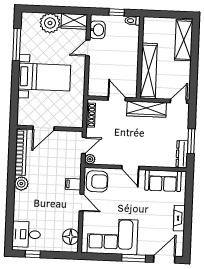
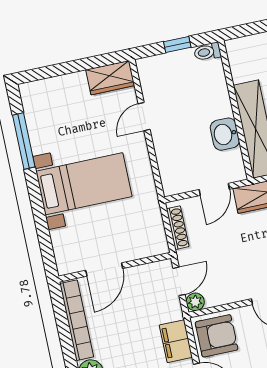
plant: (50, 23) -> (70, 91), removed
washbasin: (97, 30) -> (225, 134), moved, turned 180
door: (117, 99) -> (214, 189), swing flipped
filing cabinet: (73, 184) -> (176, 341), width x2.00

